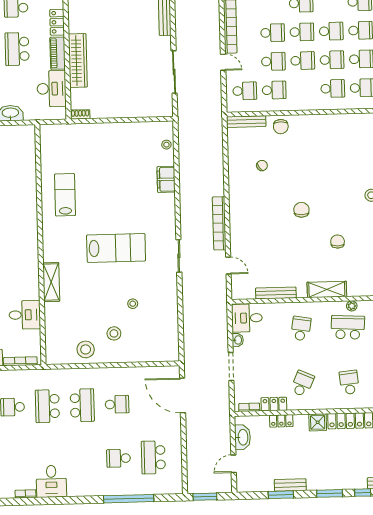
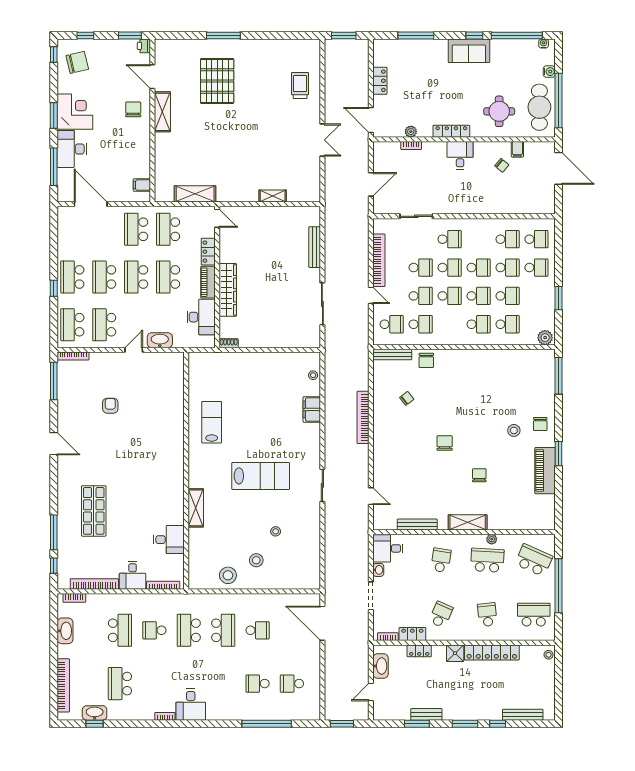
bookcase: (219, 223) -> (363, 417), moved
school desk: (153, 457) -> (292, 684), width x0.54

